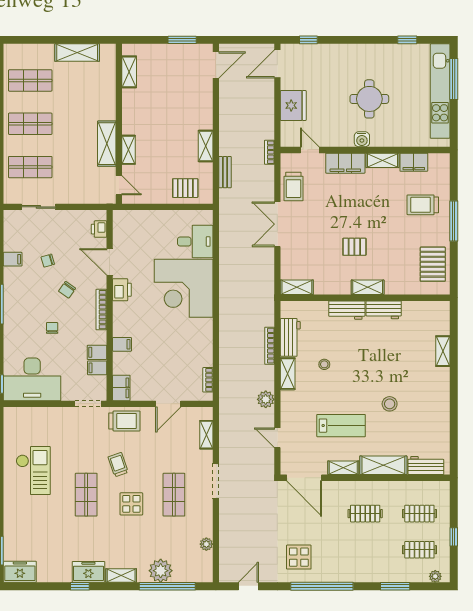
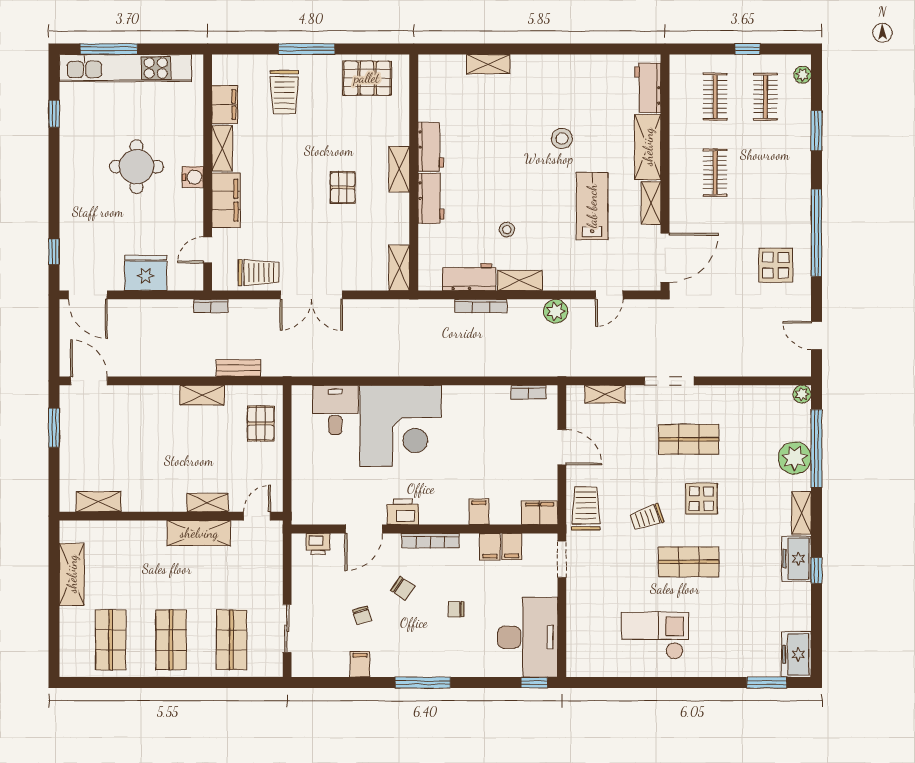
plant: (206, 544) -> (802, 394), moved

